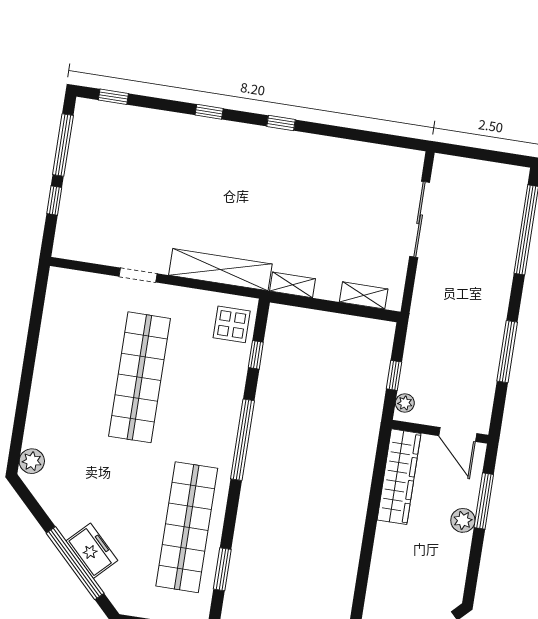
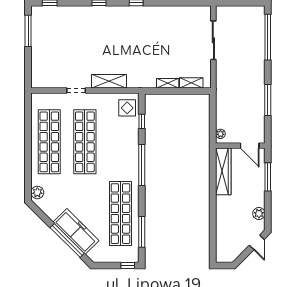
window: (54, 201) -> (28, 60), removed
shelving: (220, 270) -> (109, 81), width x0.68
shelving: (292, 285) -> (168, 83), moved
shop shelf: (70, 367) -> (49, 142), added
window: (394, 375) -> (213, 121), removed
plant: (463, 520) -> (259, 214), moved
freezer: (92, 551) -> (76, 231), width x1.91, depth x1.26
window: (222, 569) -> (142, 232), width x1.44

